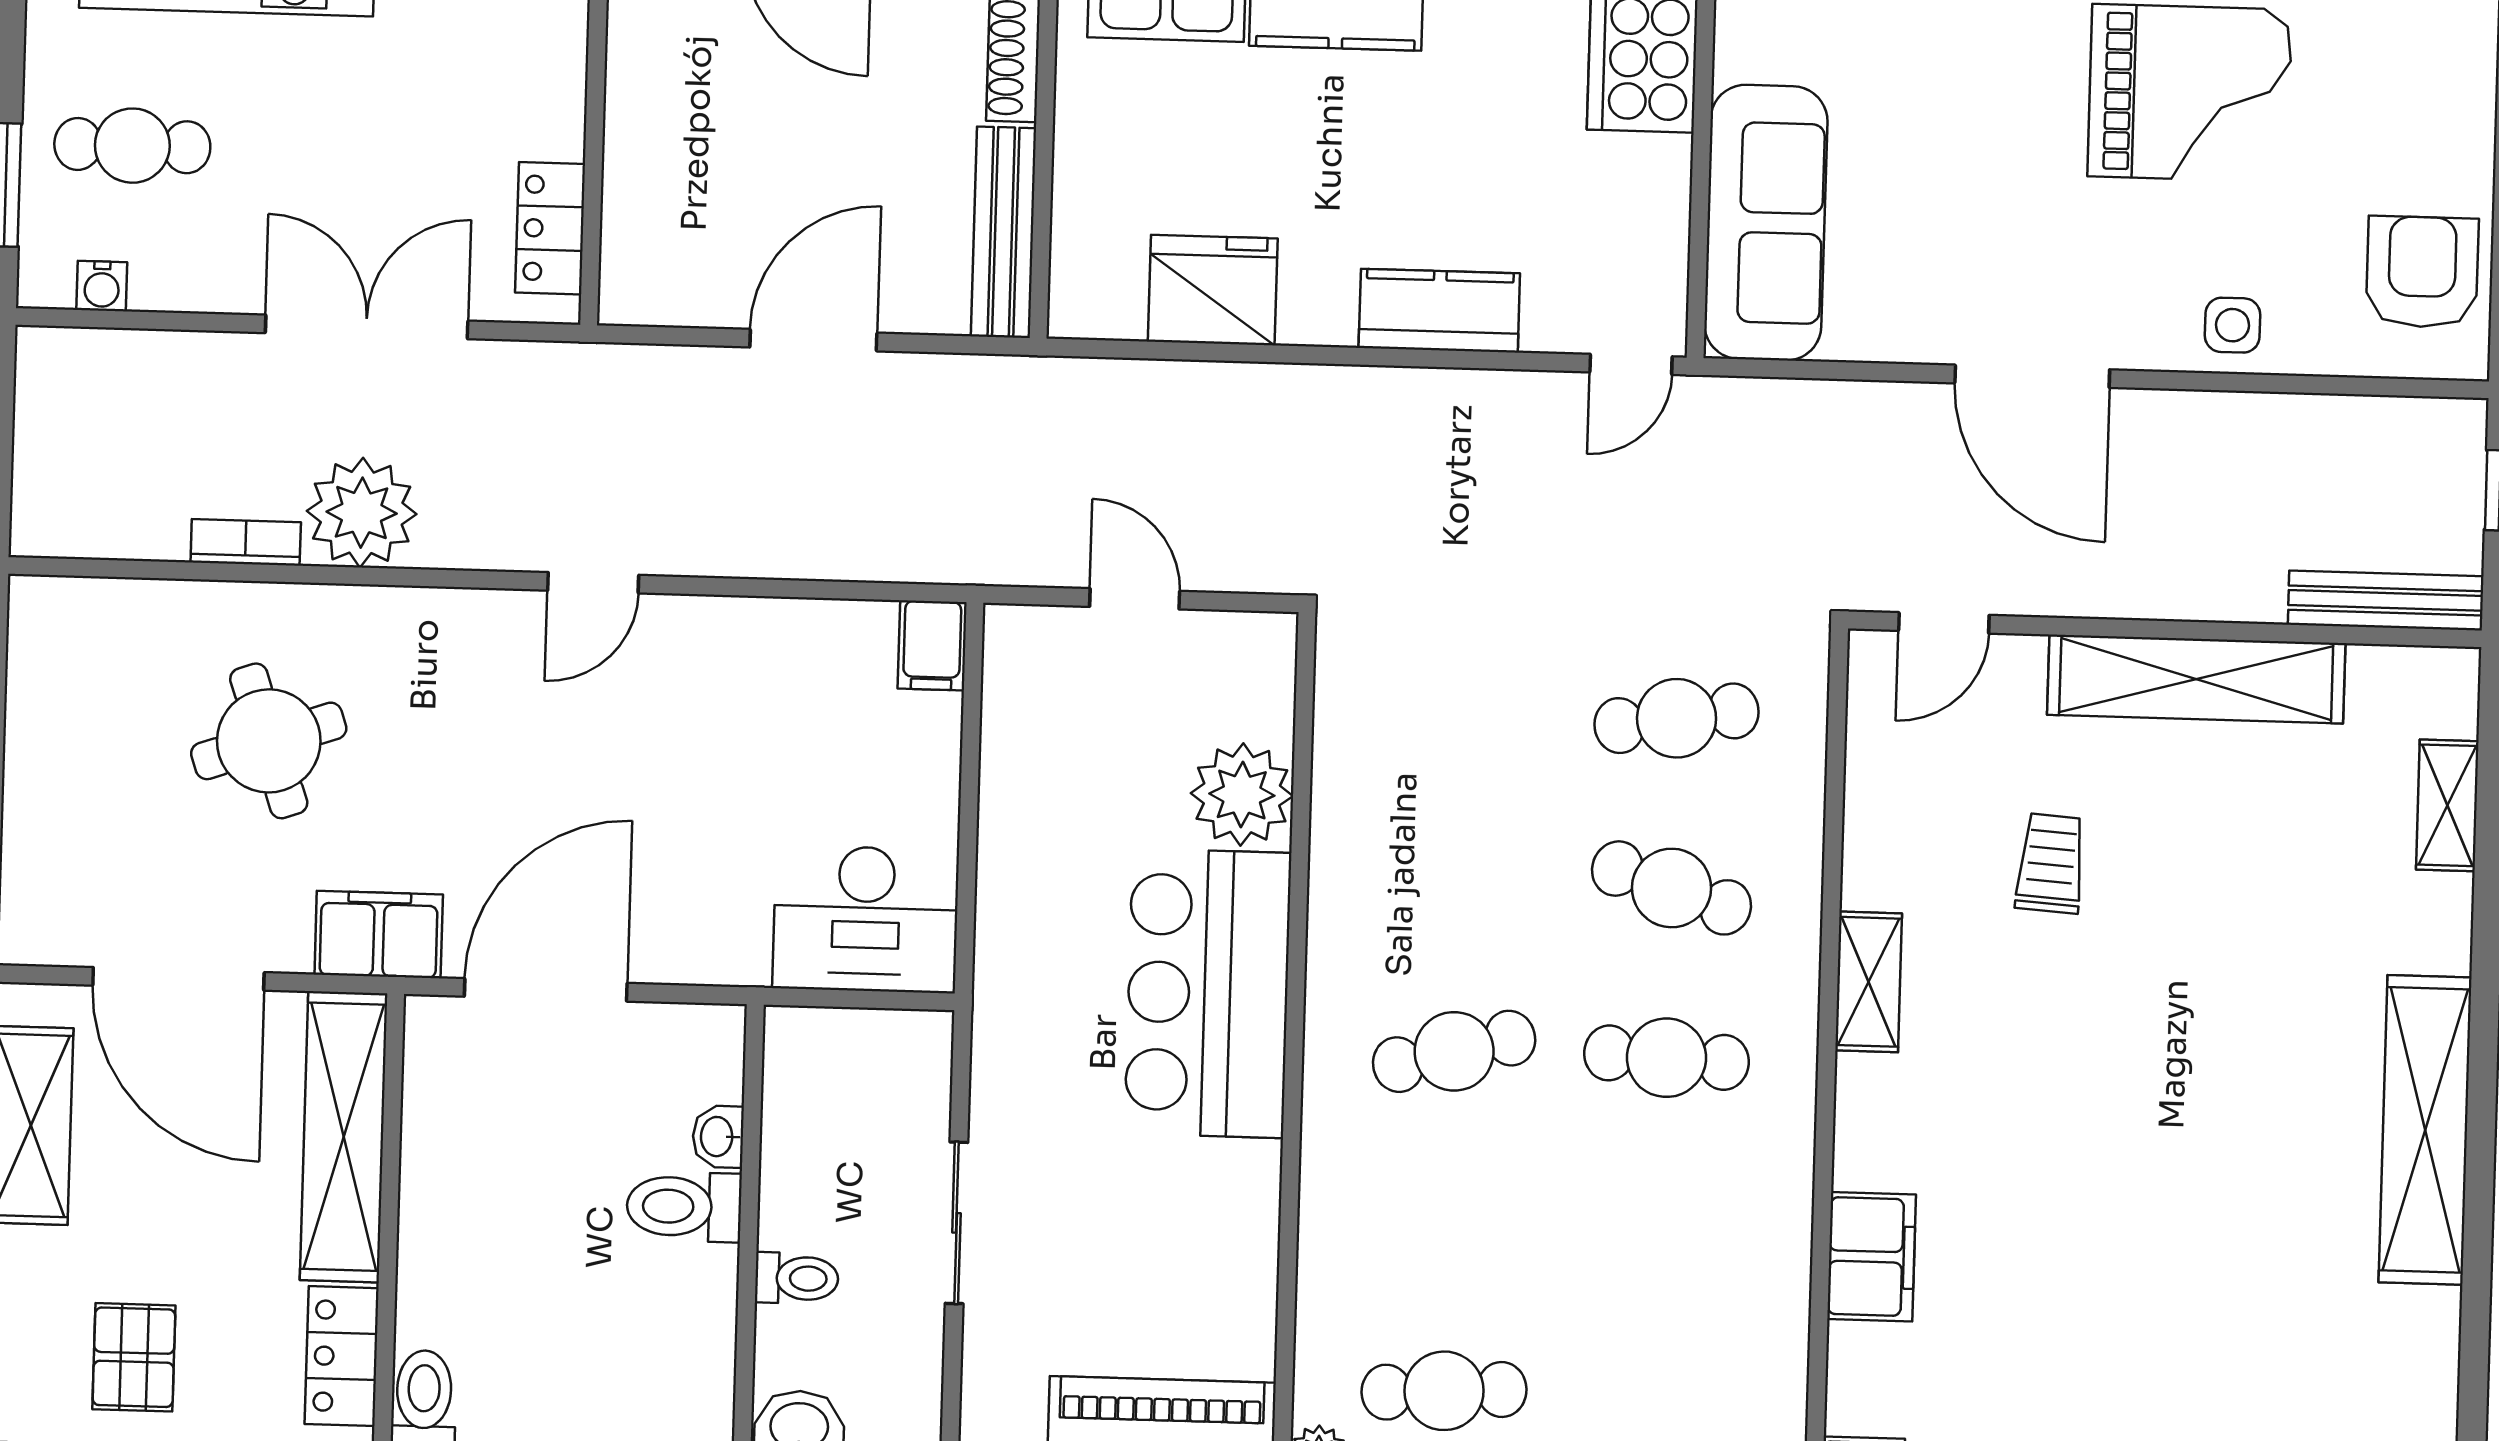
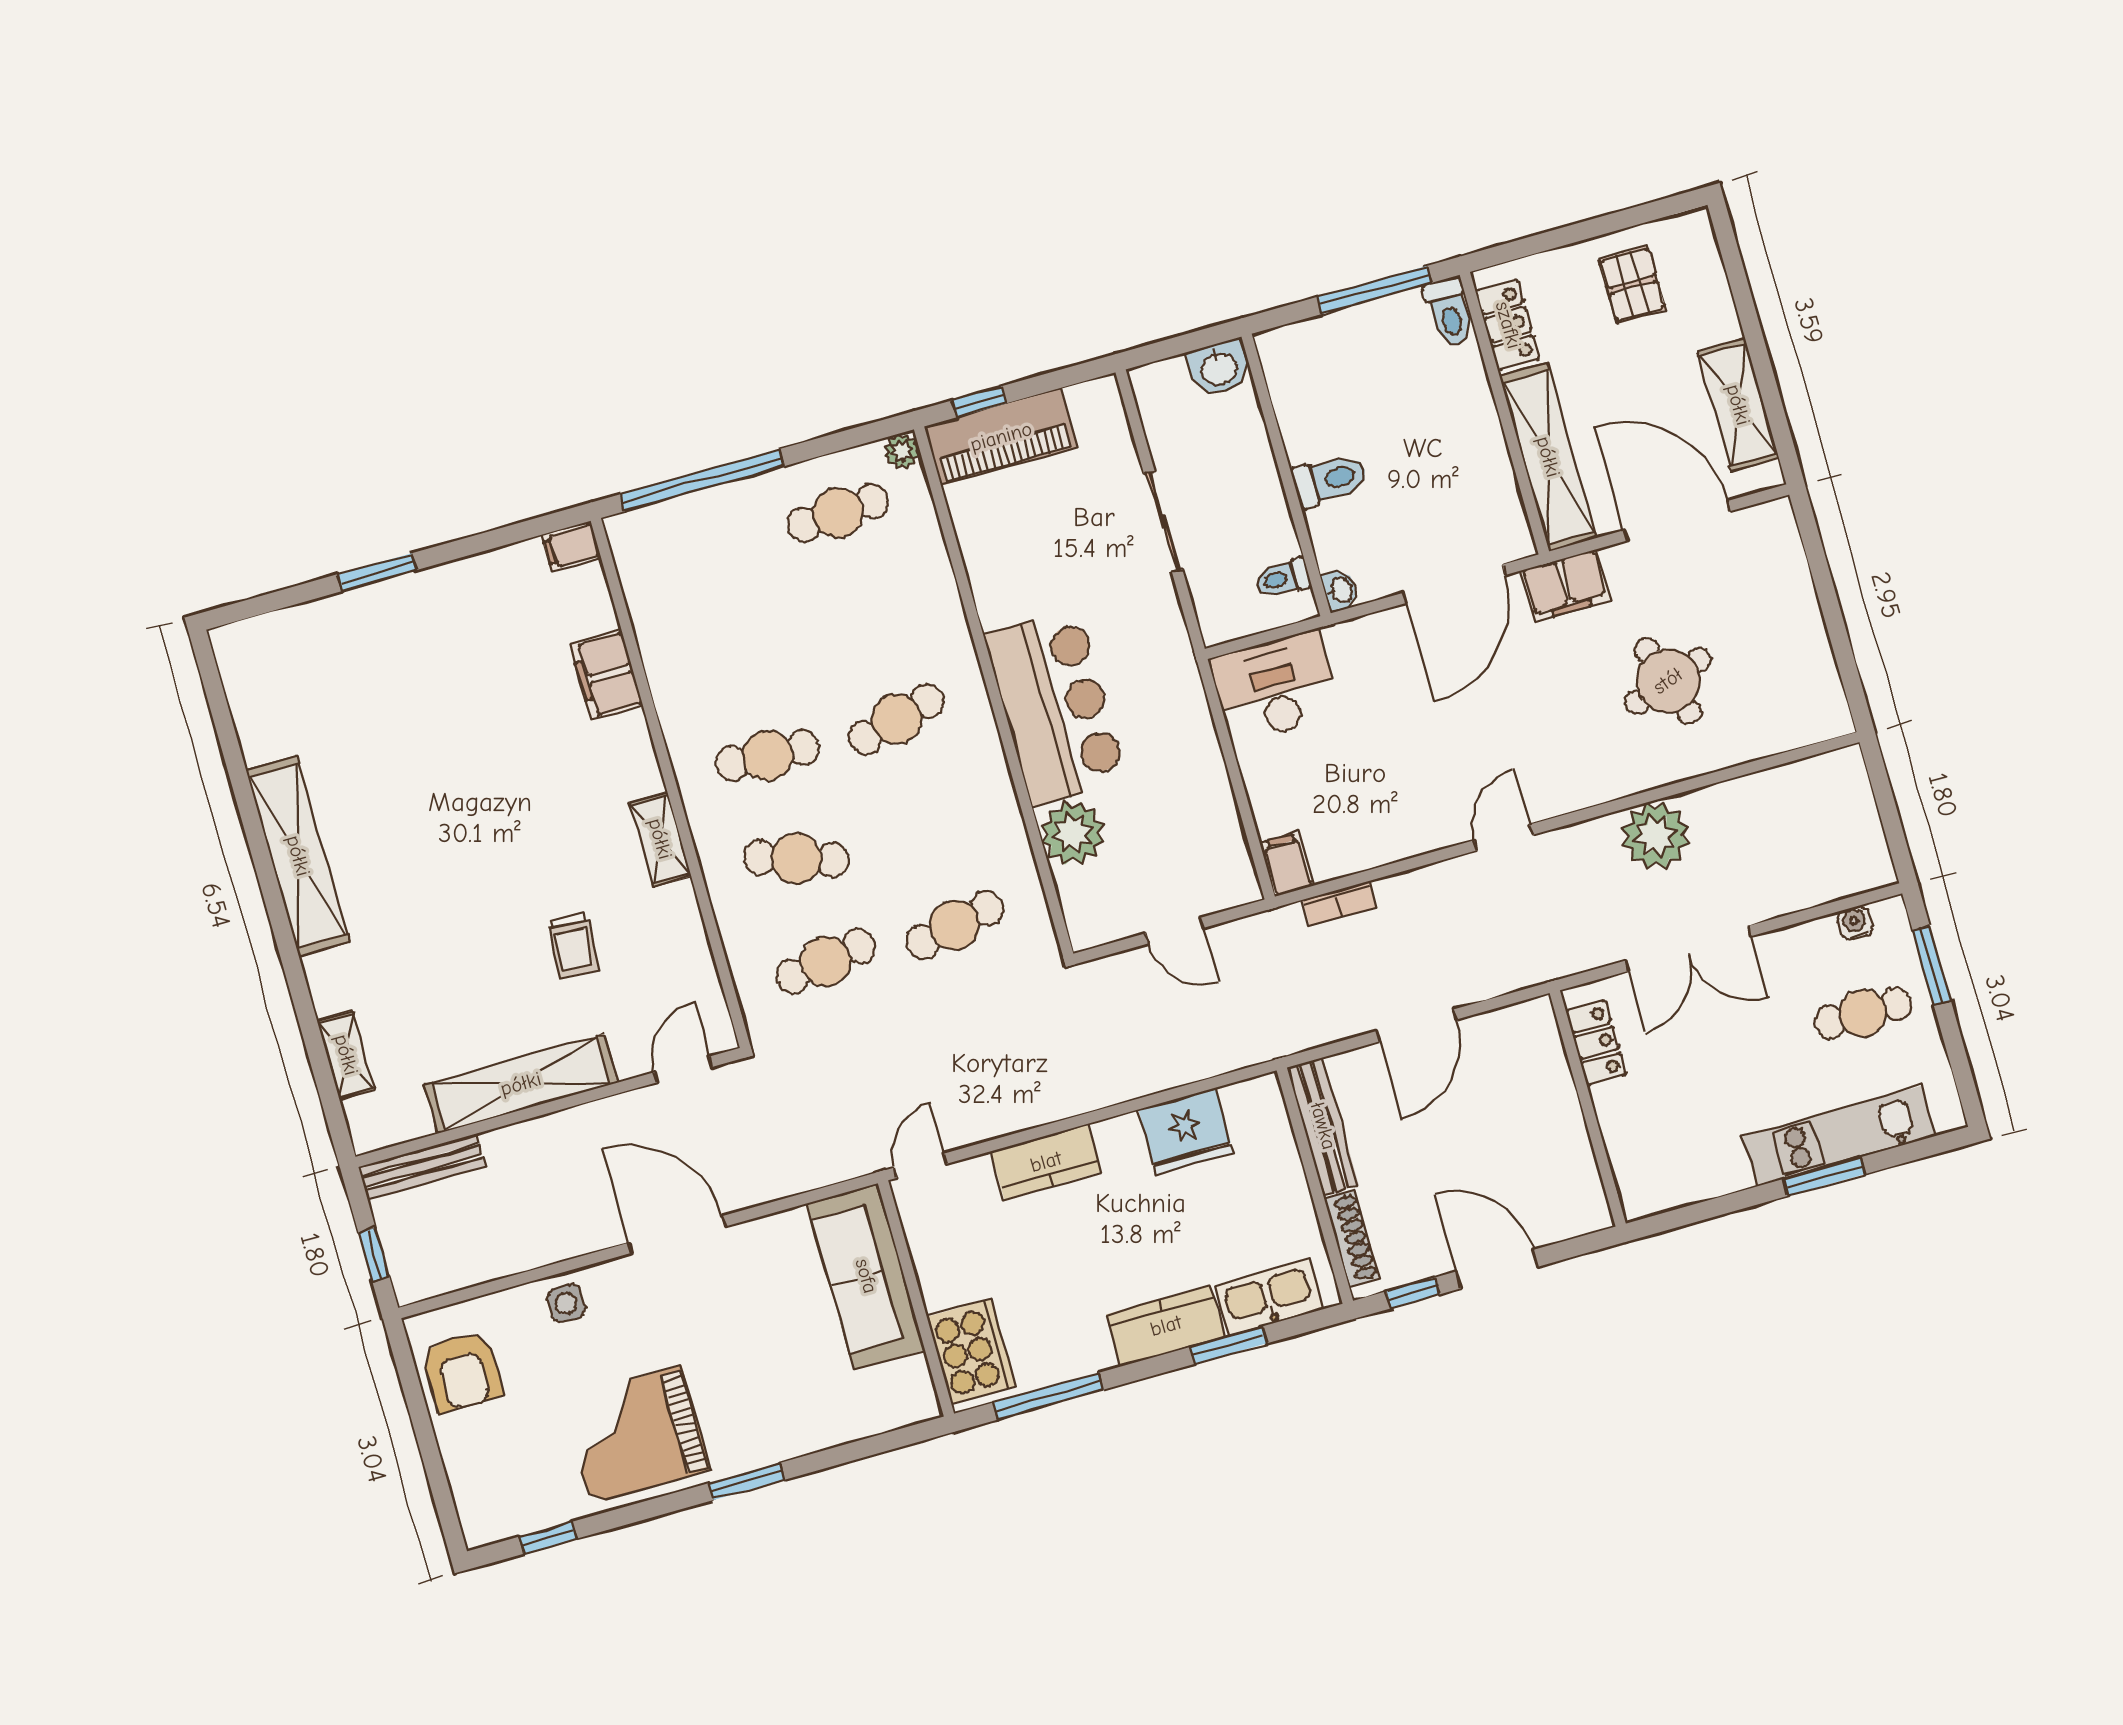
bookcase: (246, 542) -> (1339, 904), moved
cafe table: (1464, 712) -> (955, 925), added
washbasin: (718, 1137) -> (1340, 590), moved
toilet: (797, 1278) -> (1283, 578), moved

